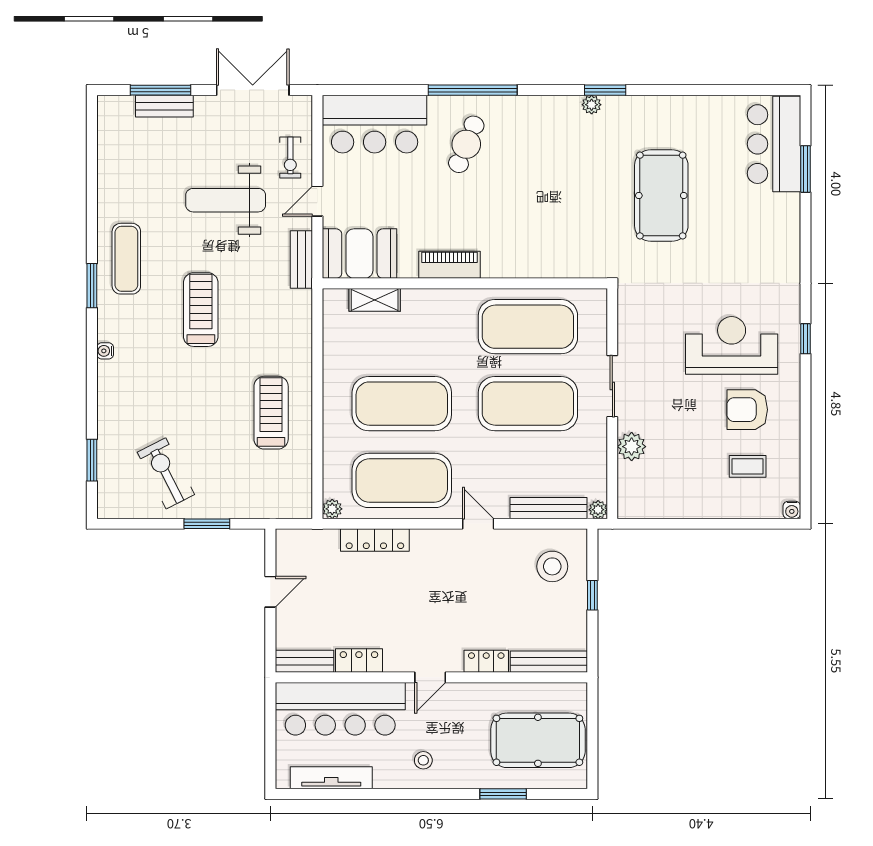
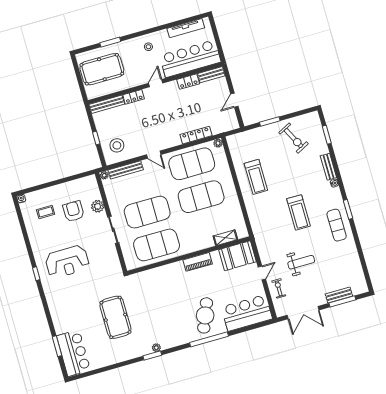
cafe table: (466, 144) -> (205, 315), width x1.37, depth x1.35
weight bench: (226, 200) -> (301, 262), width x0.73, depth x0.75
bench: (301, 260) -> (328, 167), moved
armchair: (747, 410) -> (73, 211), moved, turned -90

